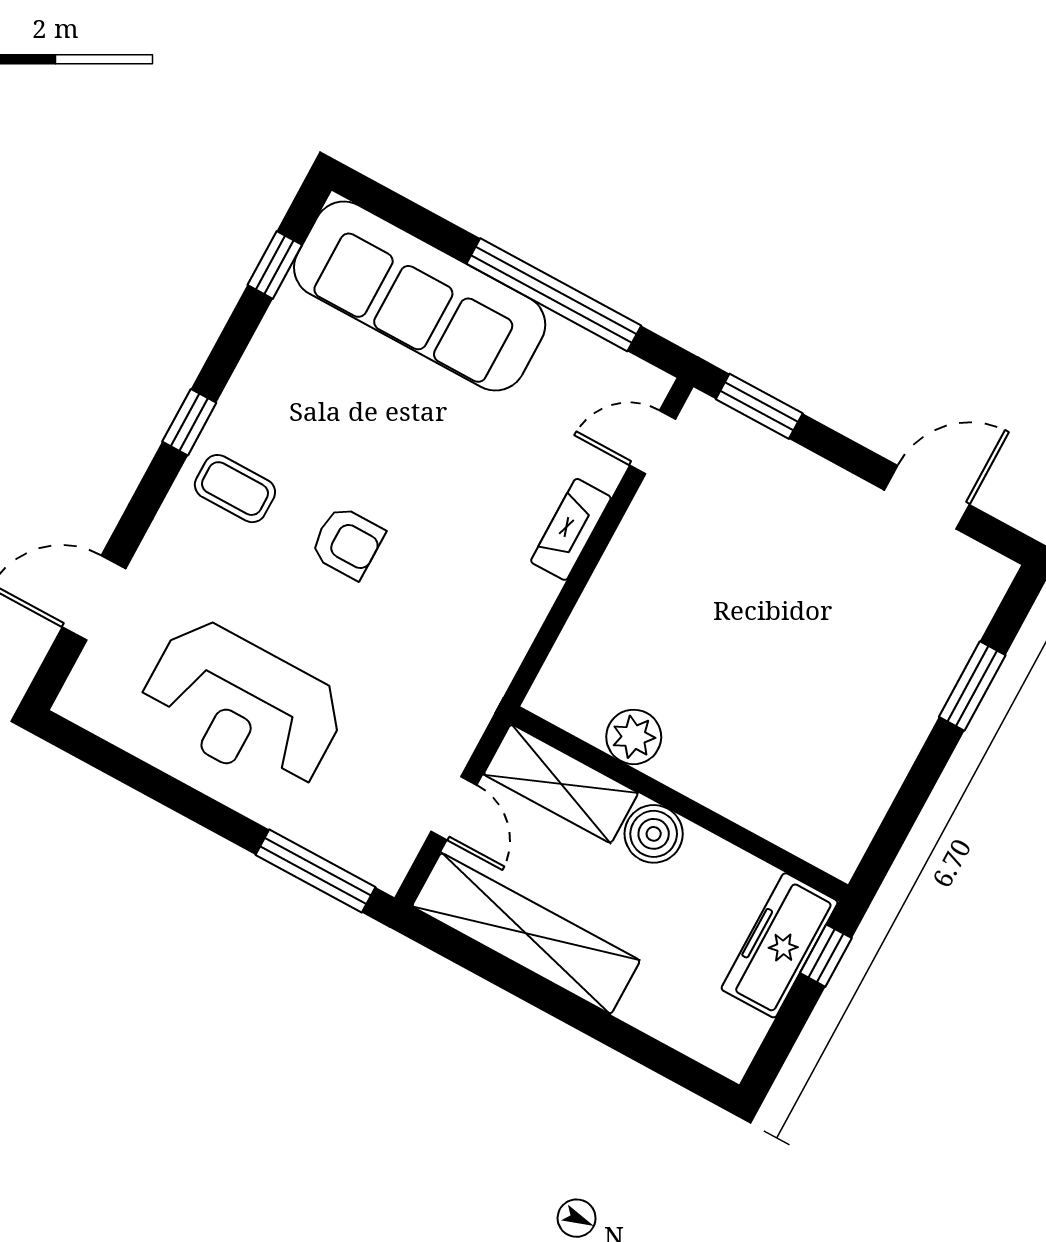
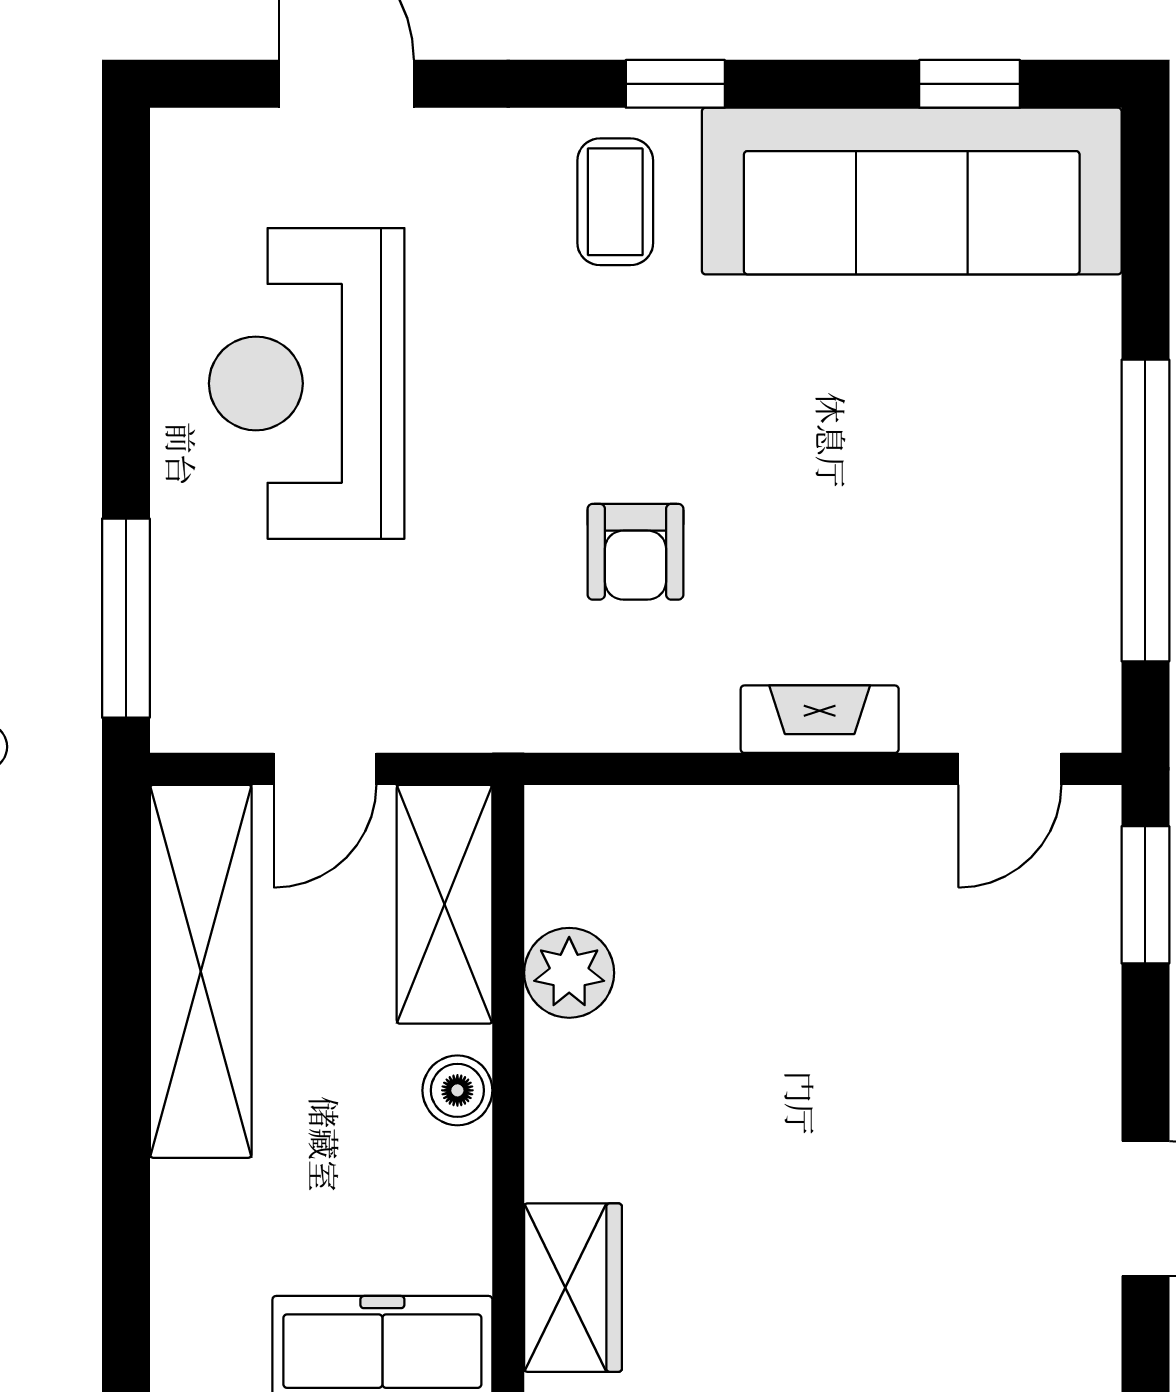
sofa: (420, 296) -> (912, 191), moved, turned -90
door: (653, 442) -> (1010, 769), swing flipped
armchair: (347, 543) -> (635, 552), moved
wardrobe: (803, 826) -> (573, 1288), added
boiler: (654, 834) -> (457, 1090), width x0.73, depth x0.73

